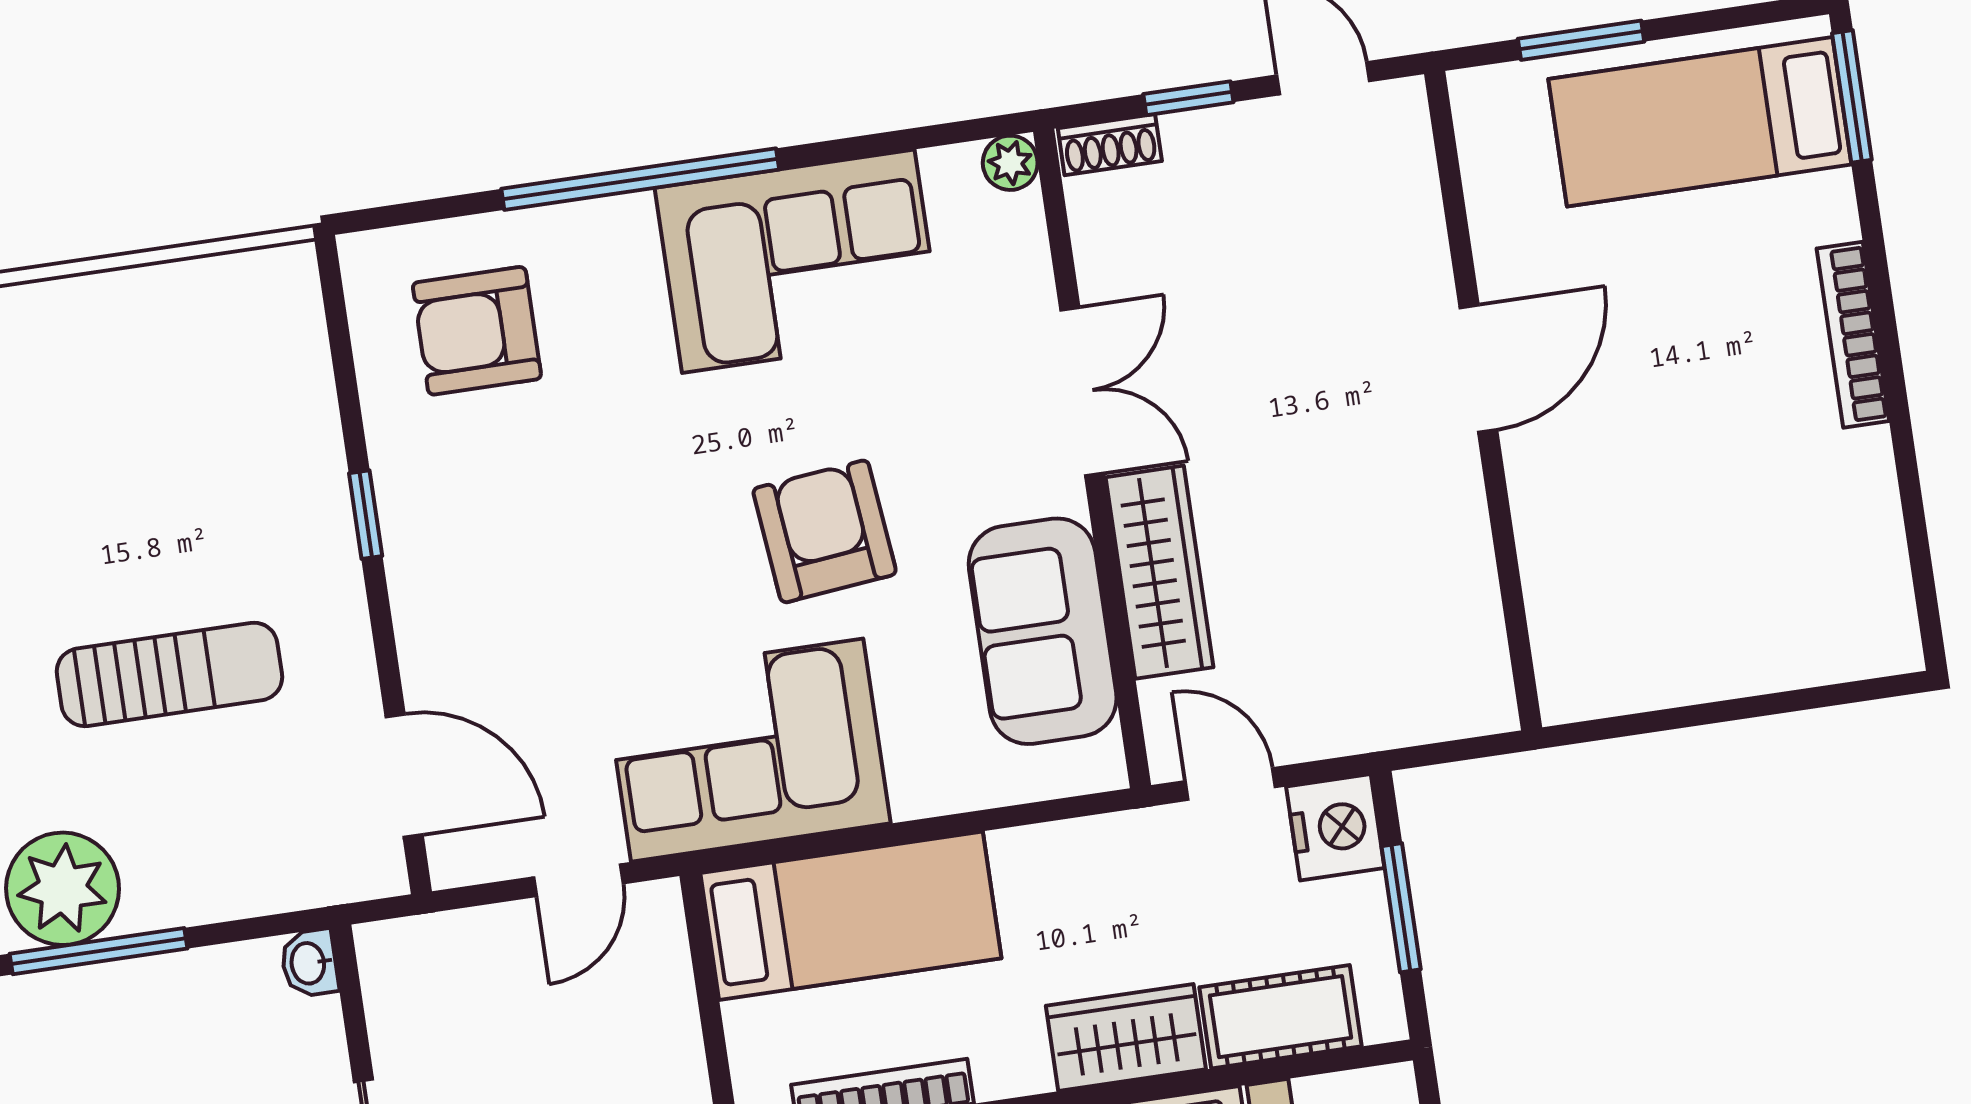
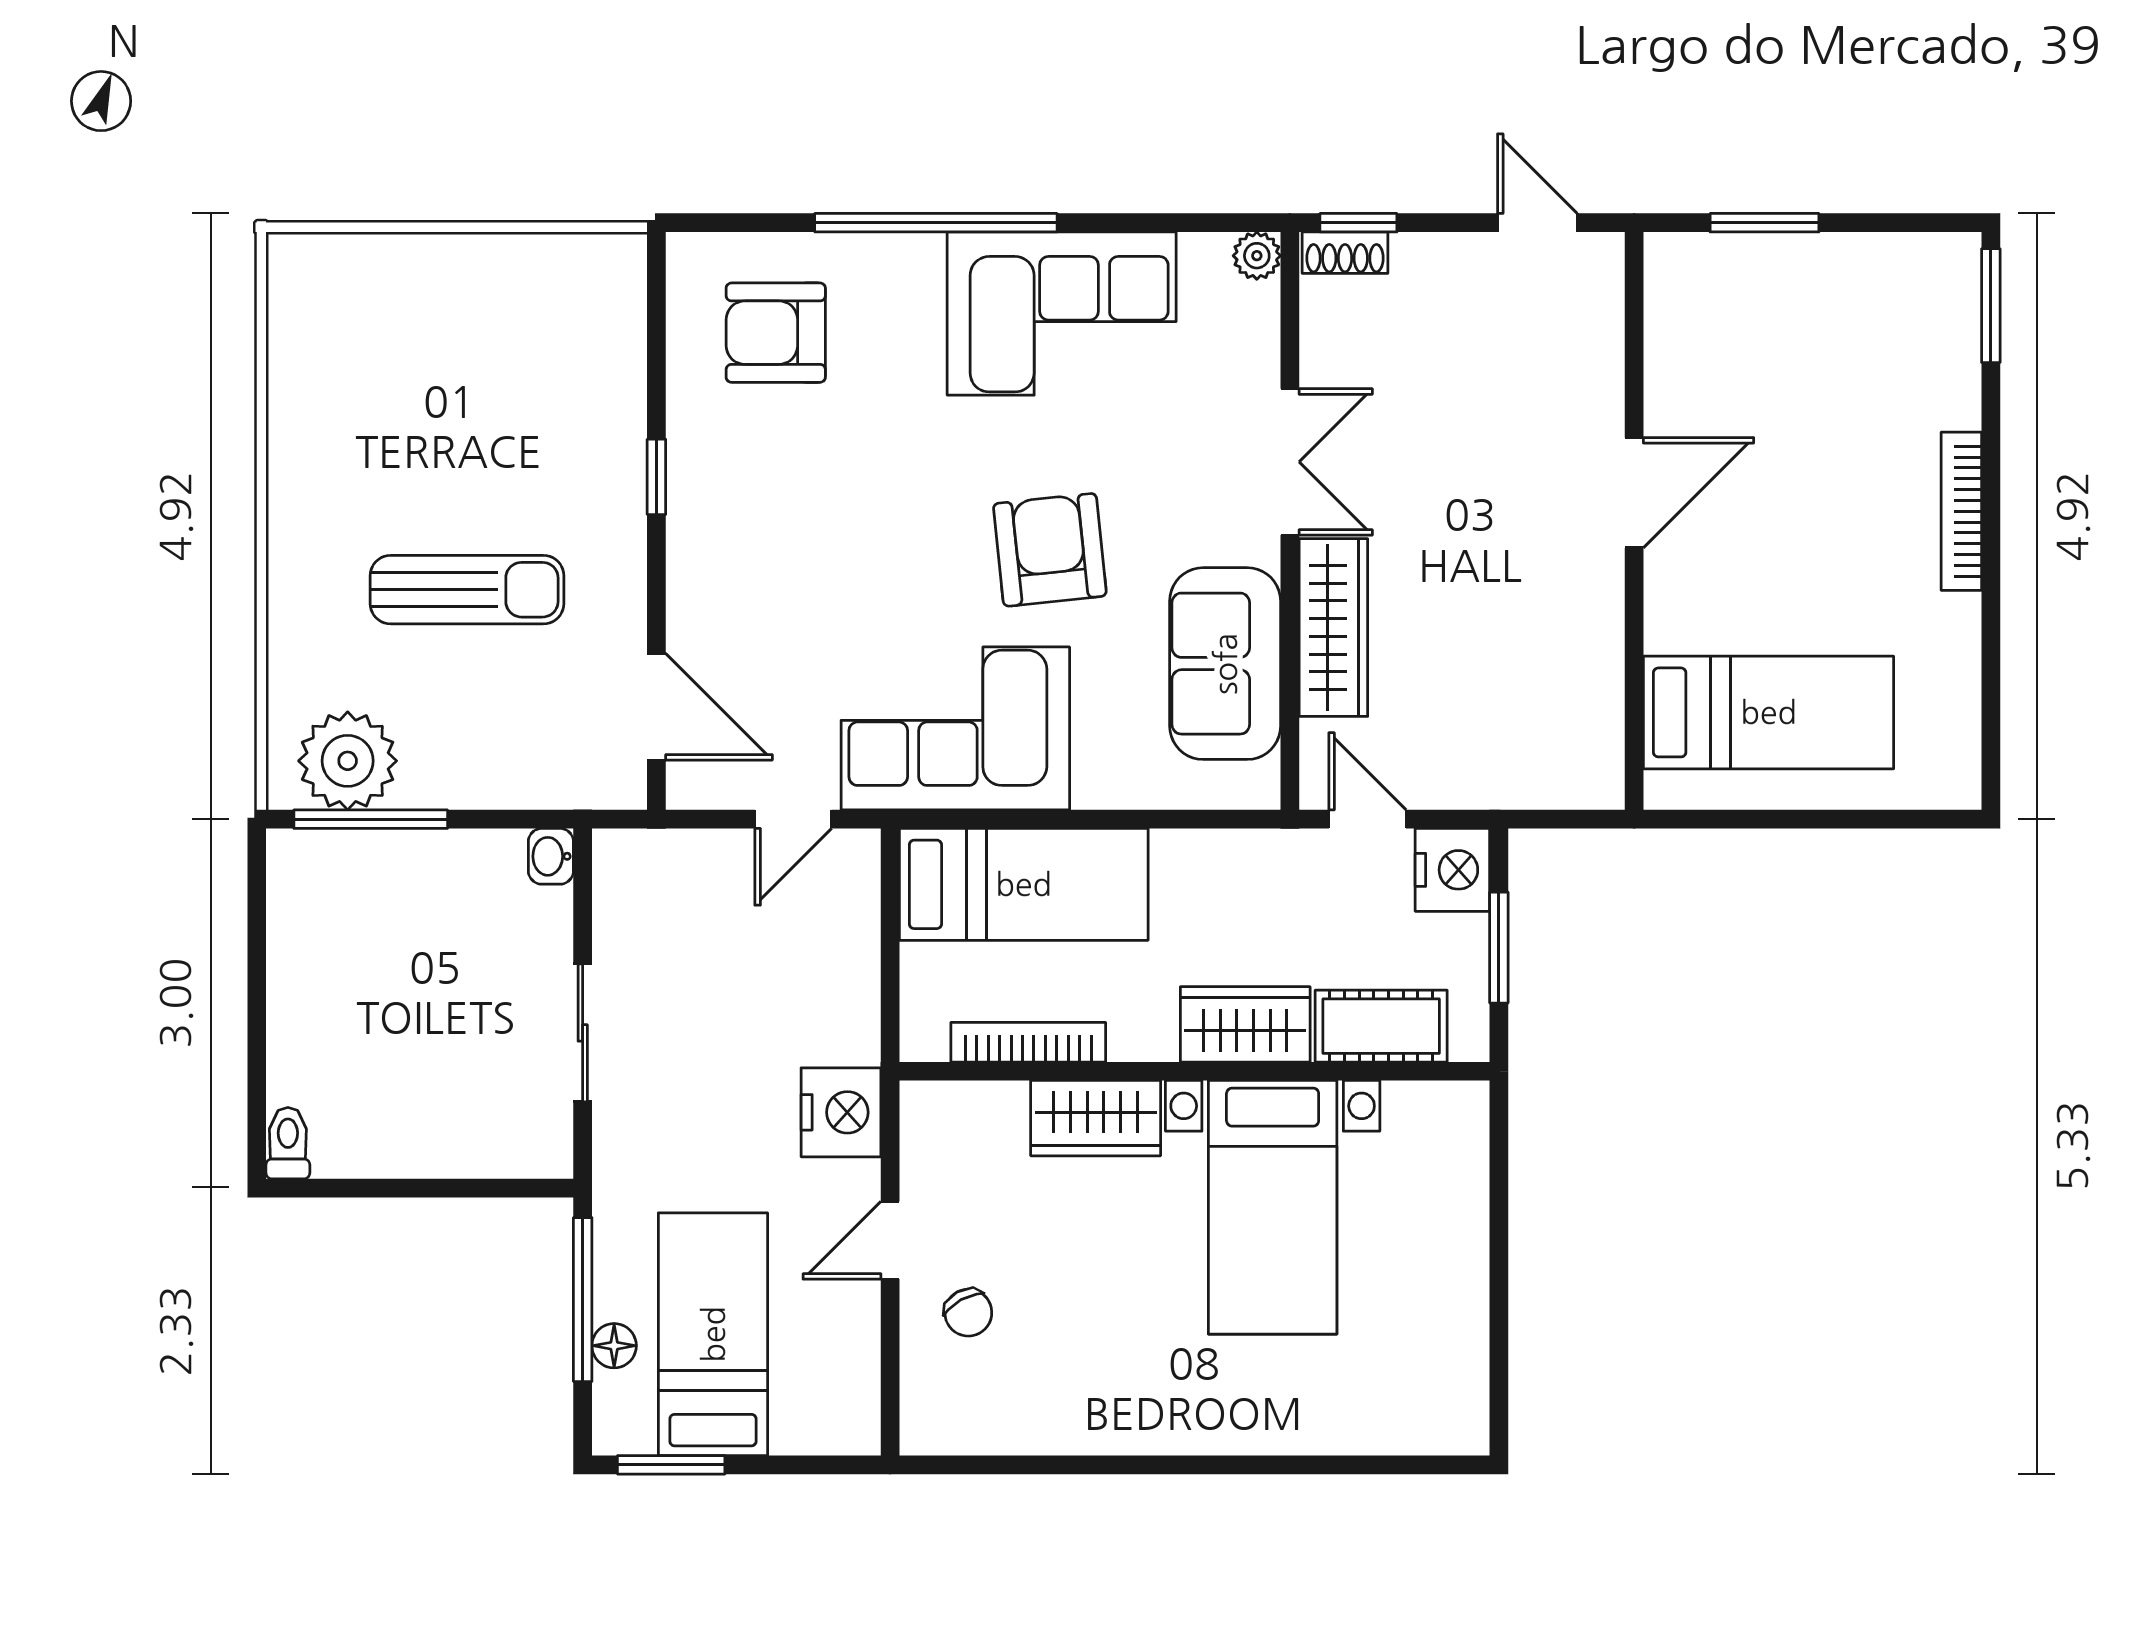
window: (1188, 98) -> (1358, 223), moved
bed: (1700, 122) -> (1769, 712), moved, turned 180

